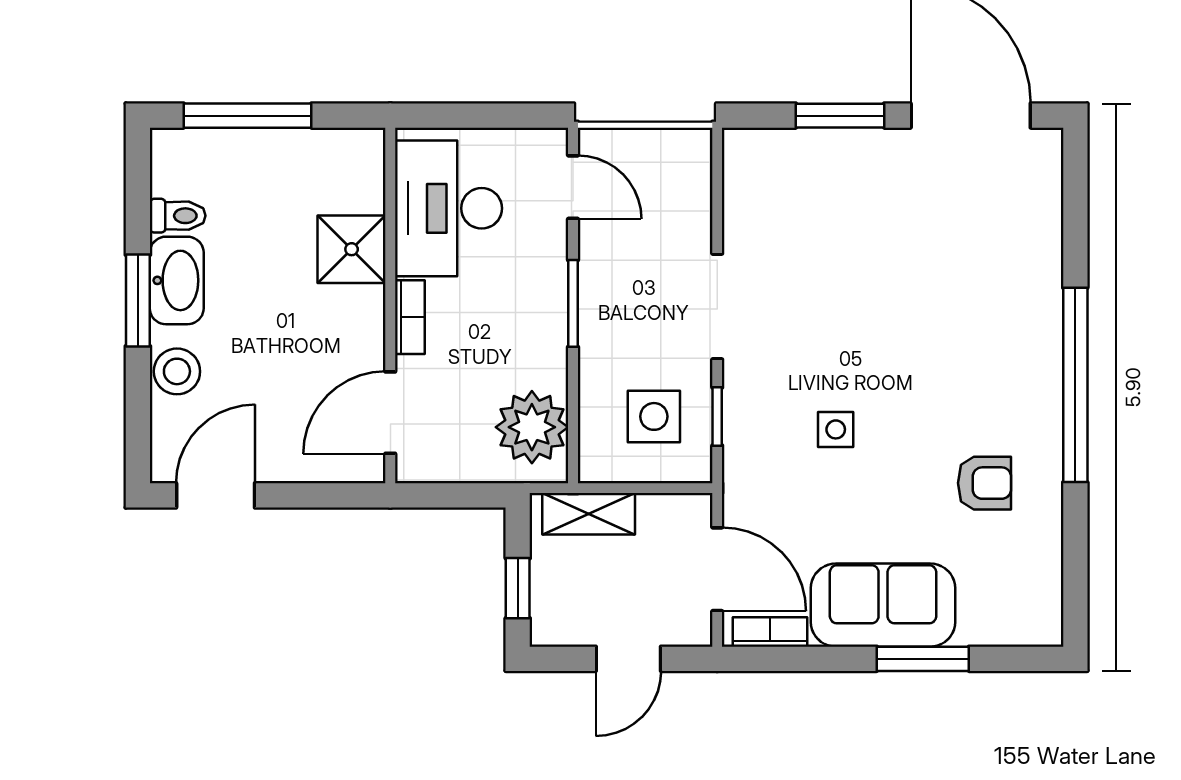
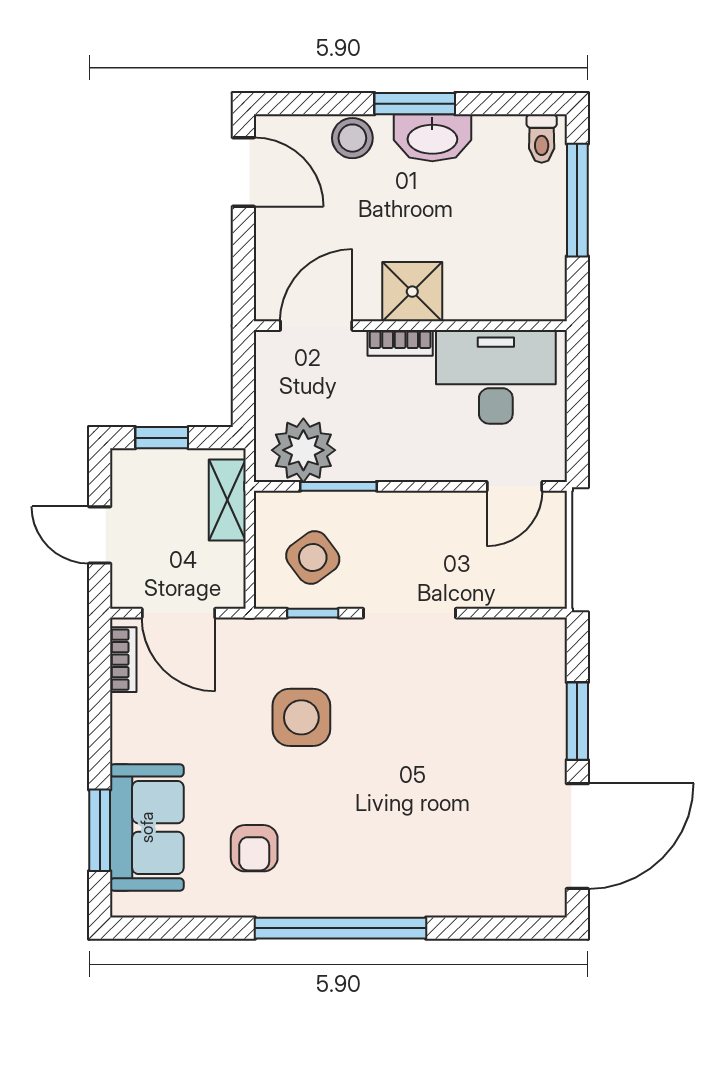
toilet: (178, 216) -> (542, 139), moved
shower: (352, 249) -> (412, 292), moved
window: (573, 303) -> (338, 486), moved
door: (390, 413) -> (316, 326), hinge flipped
side table: (654, 416) -> (313, 557), turned -37
side table: (836, 429) -> (301, 717), width x1.87, depth x1.87
door: (717, 569) -> (178, 613), hinge flipped
sofa: (883, 605) -> (147, 827), moved
window: (923, 659) -> (100, 830), moved

